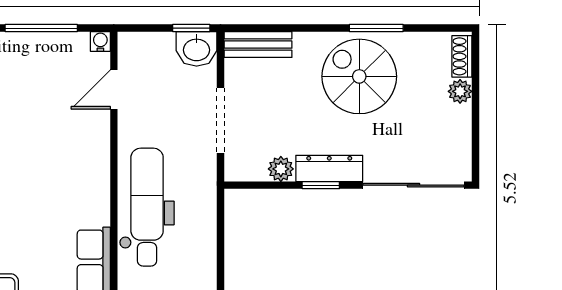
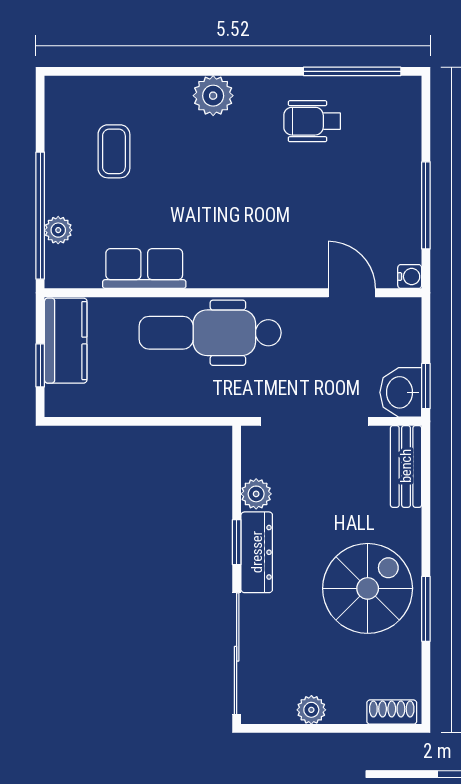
plant: (460, 91) -> (311, 710), moved
doorway: (221, 120) -> (315, 421), width x1.36
dental chair: (147, 207) -> (210, 333), turned 180

